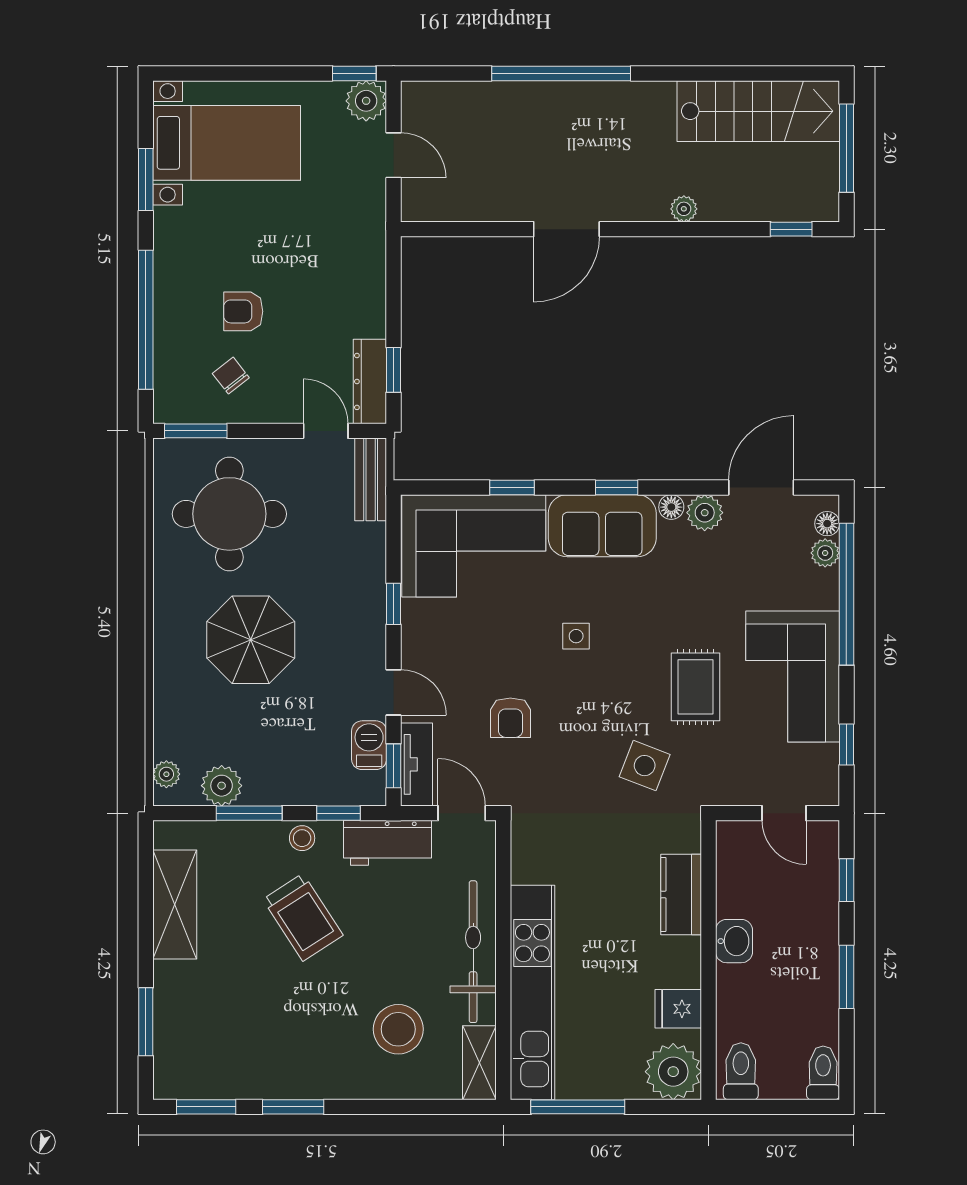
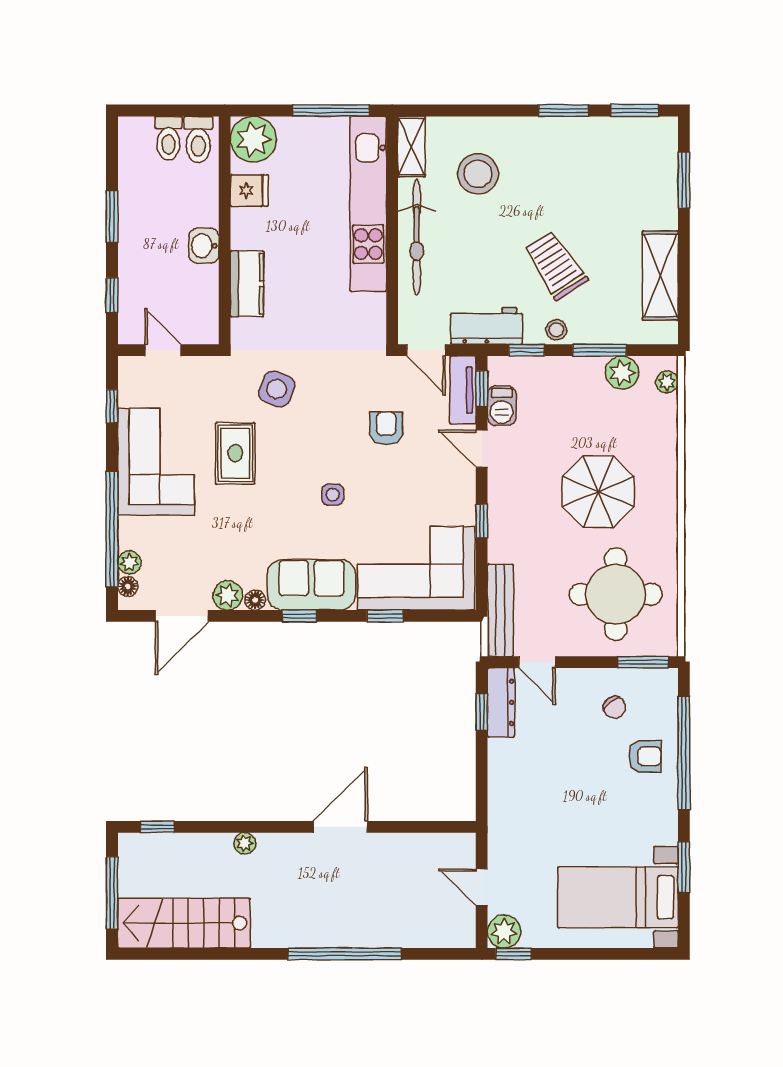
armchair: (243, 311) -> (645, 756), moved
bench: (371, 479) -> (500, 610), width x1.36
toilet: (823, 1073) -> (168, 138), moved

